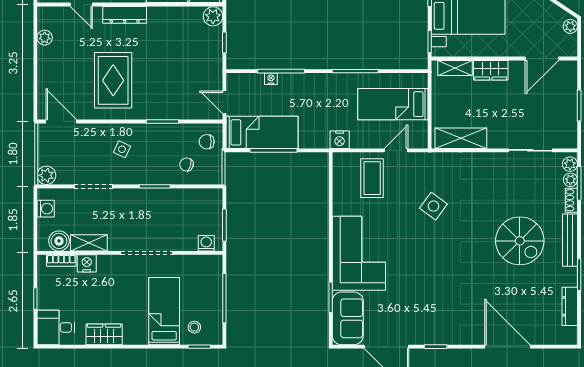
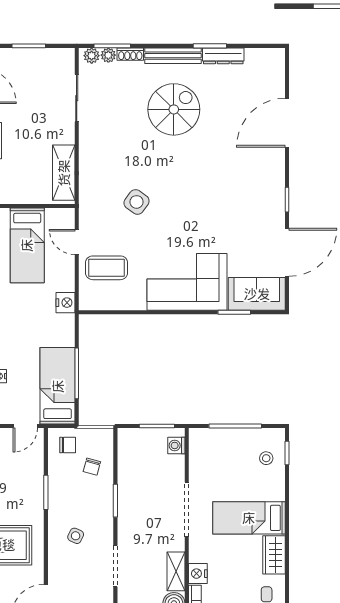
chair: (207, 142) -> (68, 445), turned -90
dresser: (570, 306) -> (223, 56), moved
bed: (164, 311) -> (249, 518), moved

